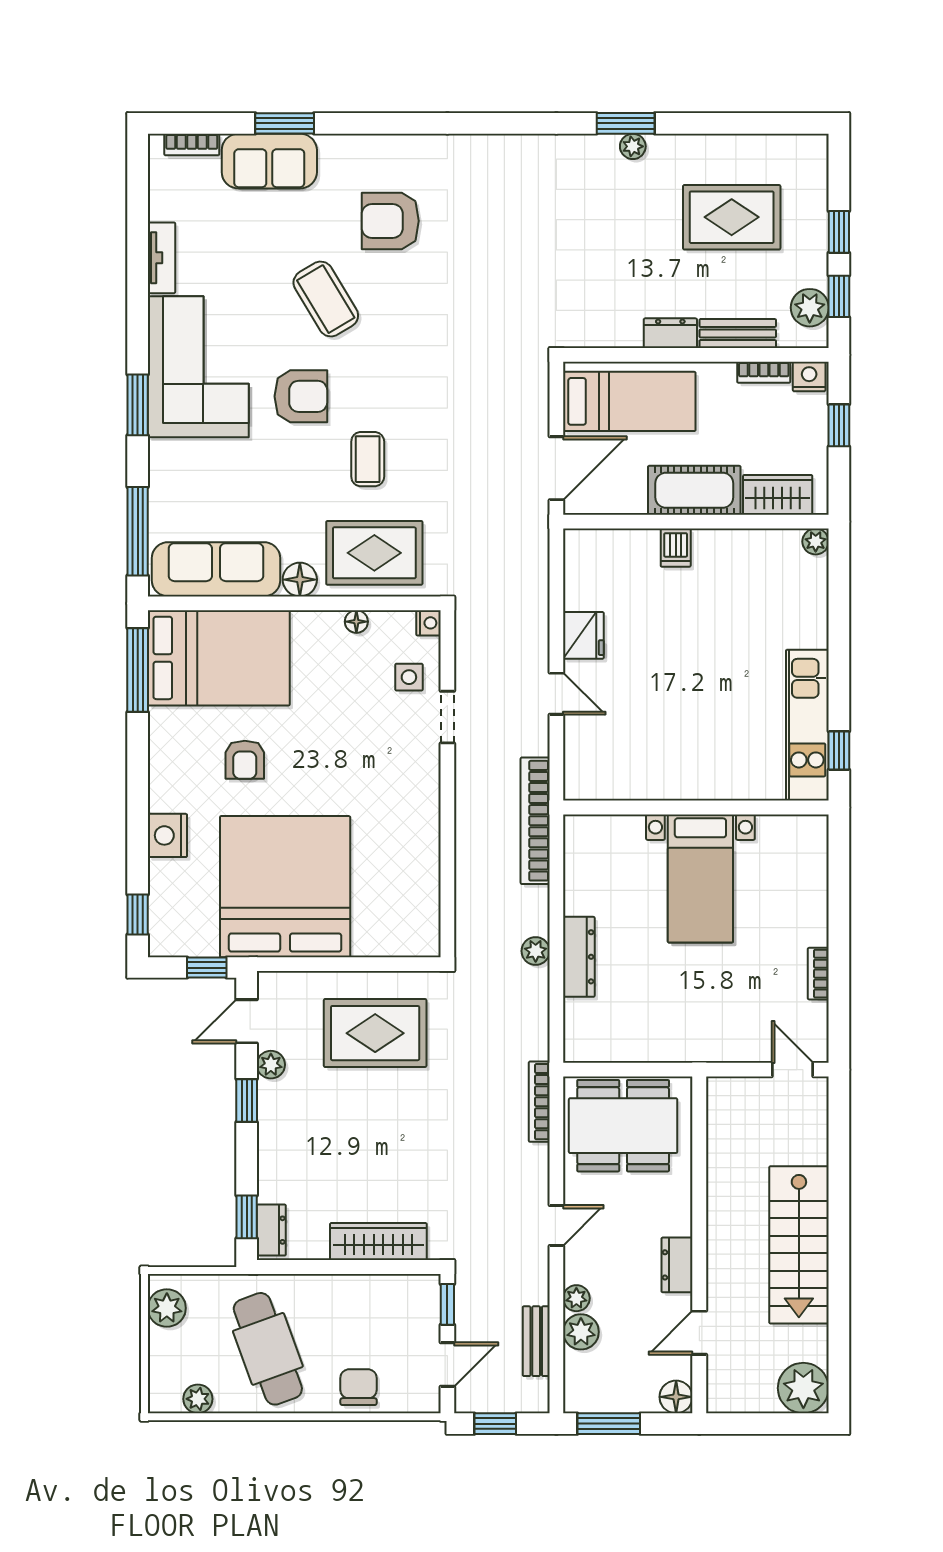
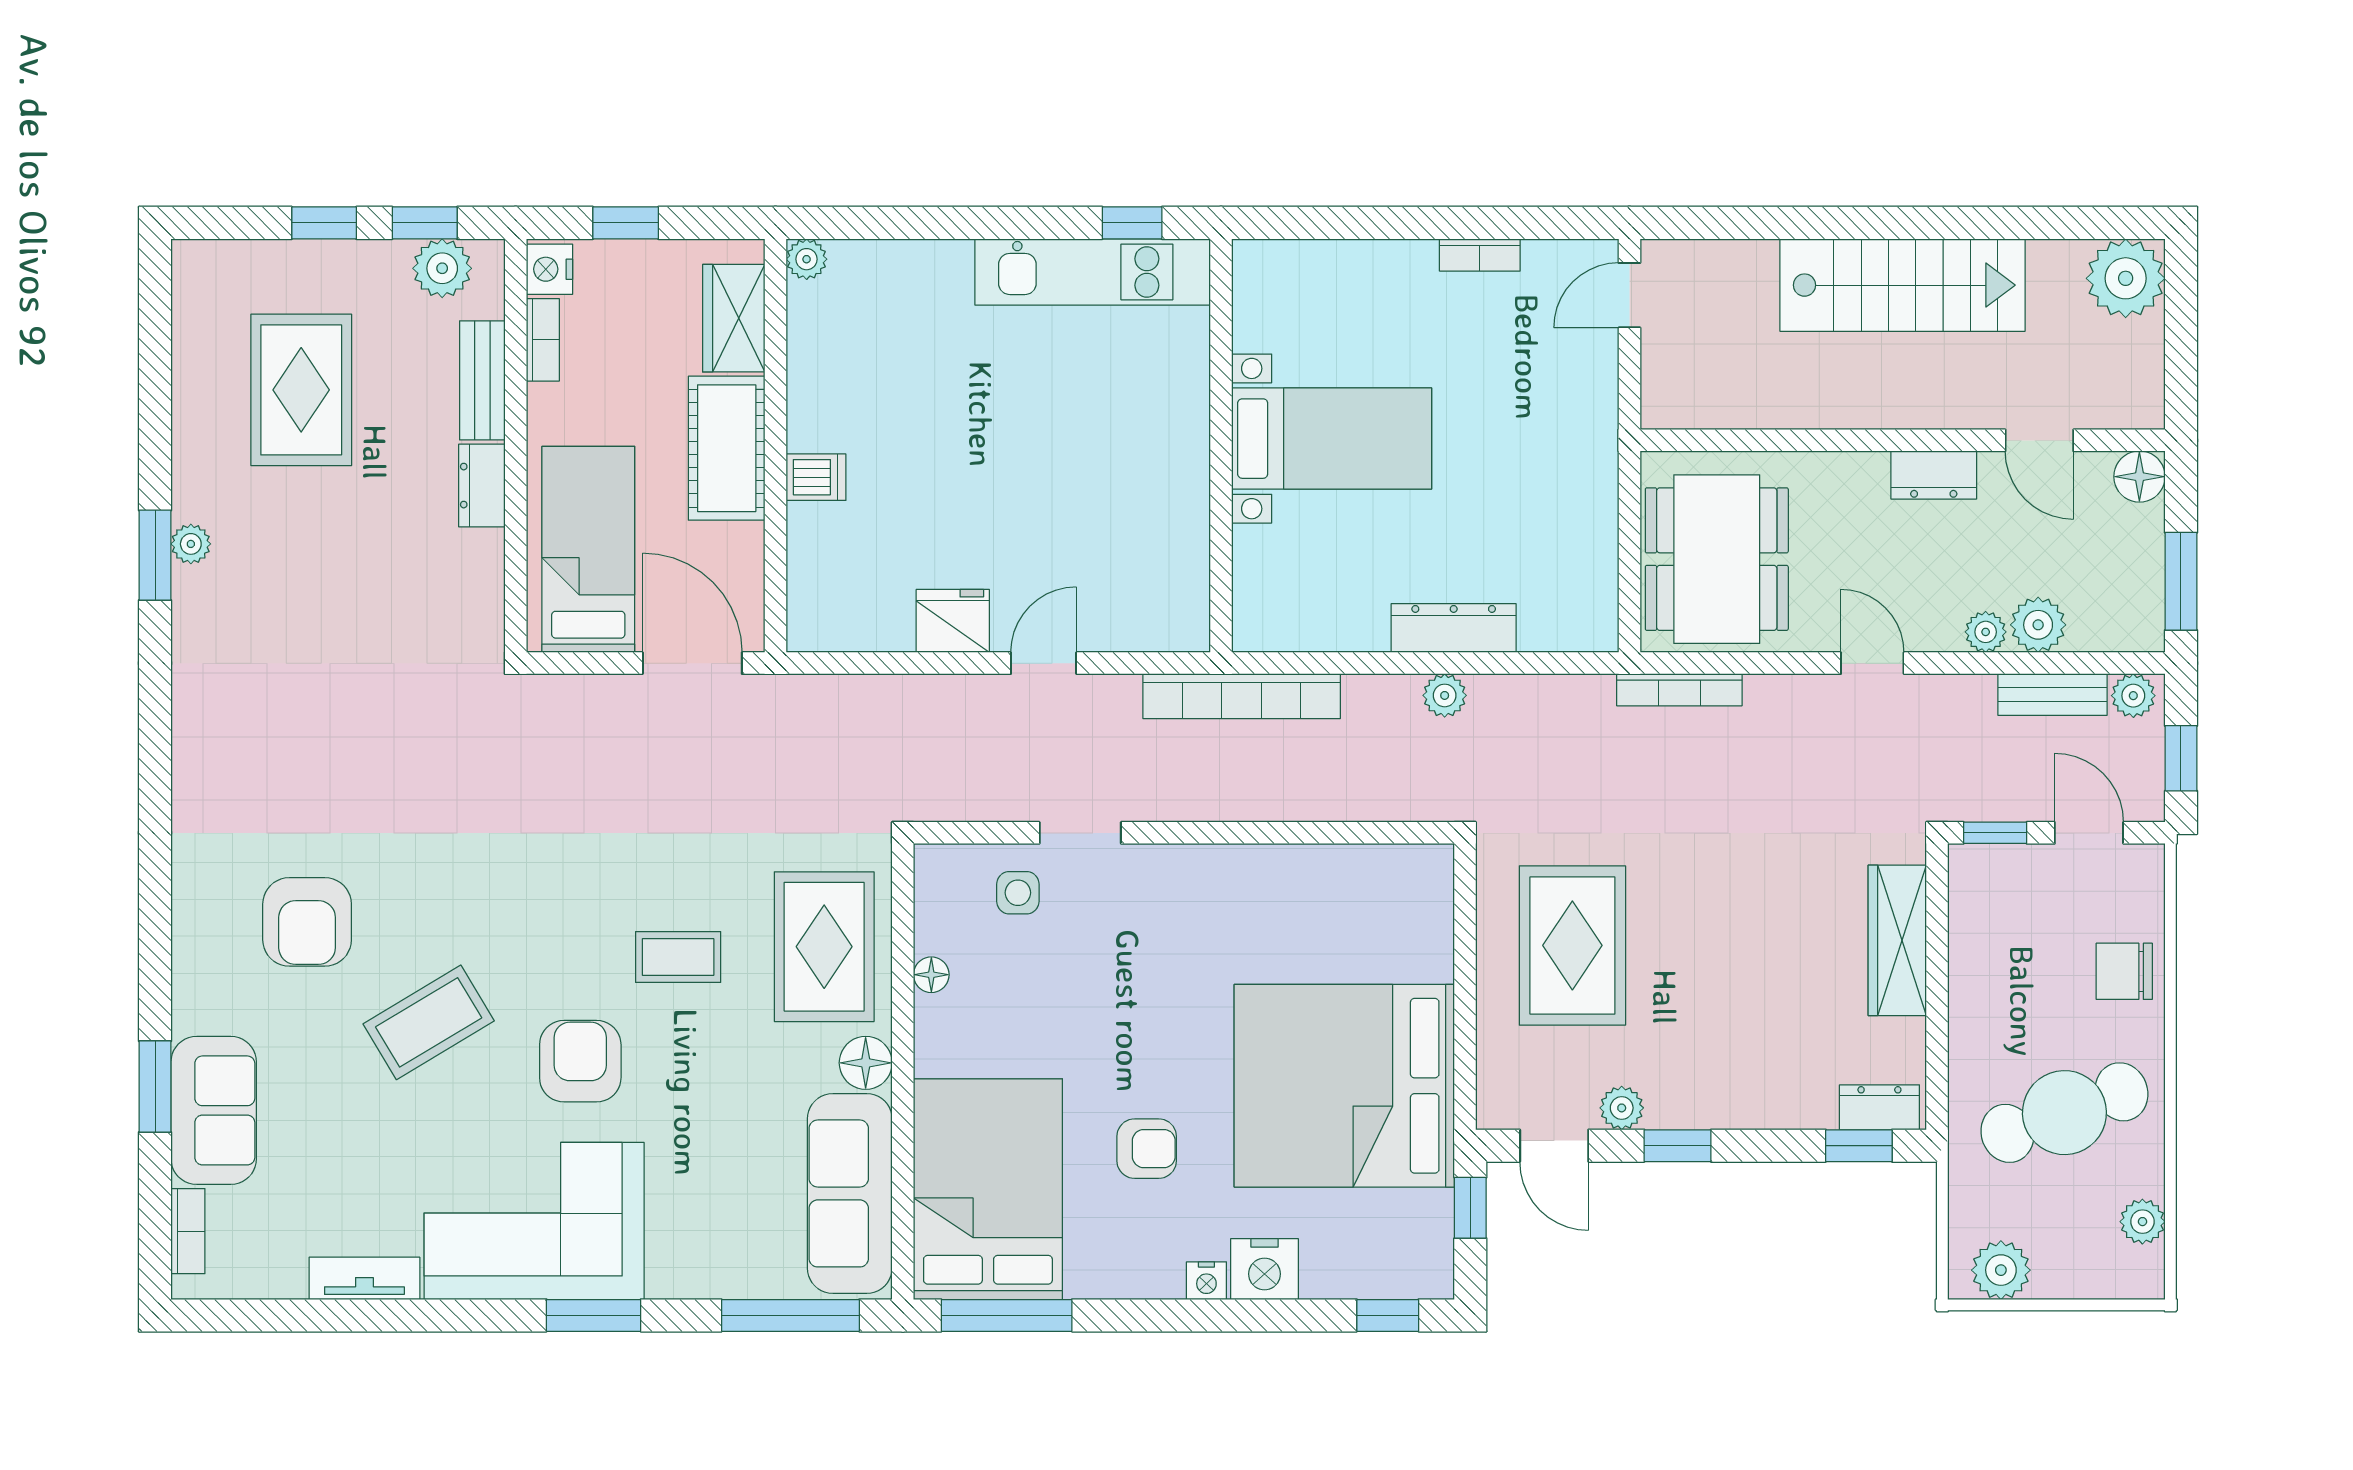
nightstand: (429, 623) -> (1206, 1281), moved, turned 180
plant: (535, 1393) -> (2133, 696), added

